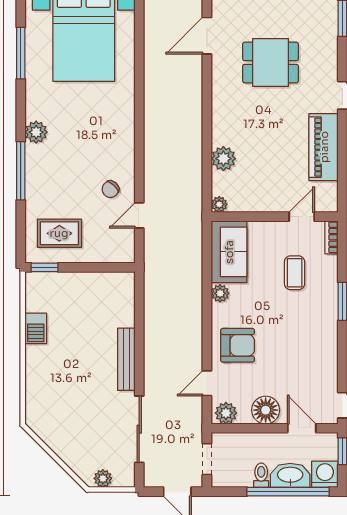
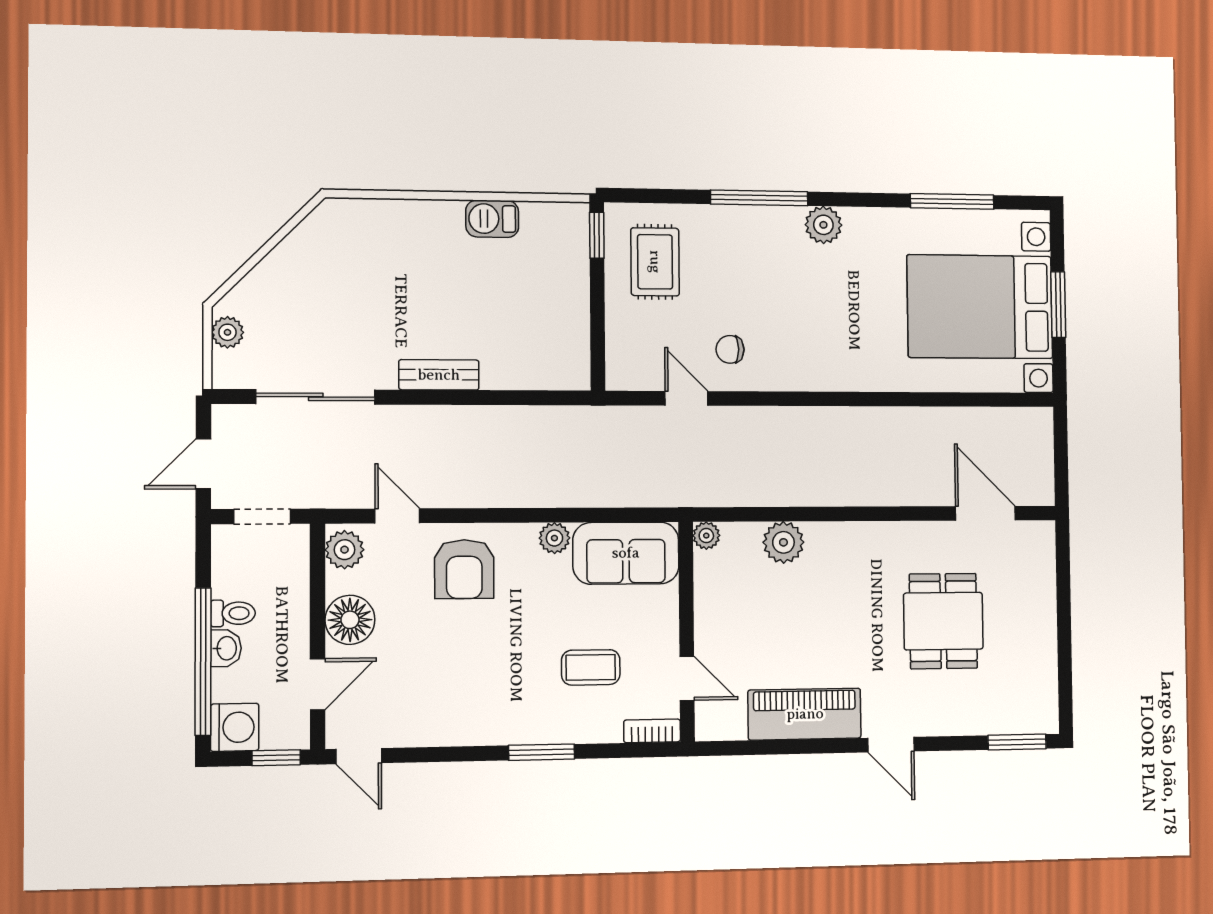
chair: (110, 189) -> (730, 349), turned -43
bench: (126, 359) -> (439, 375), width x0.73
washbasin: (290, 475) -> (226, 648), width x0.52, depth x0.69

